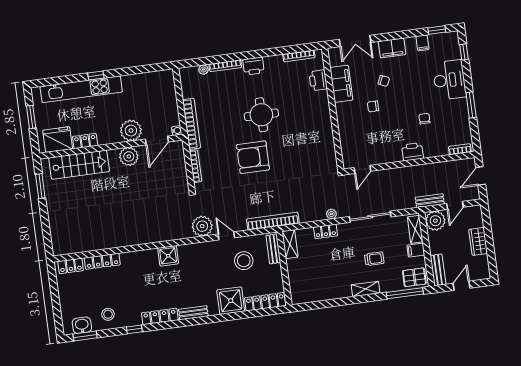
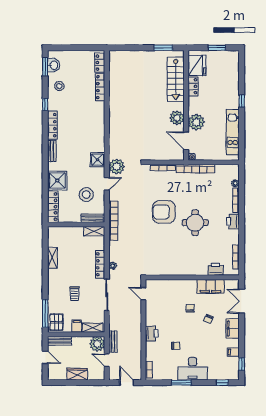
desk: (449, 80) -> (192, 369), moved
kitchen unit: (81, 89) -> (233, 132), moved, width x0.73
armchair: (253, 157) -> (164, 212), turned -90
locker: (326, 231) -> (100, 264), width x1.53
shower: (168, 256) -> (98, 160), moved
shelving: (366, 289) -> (52, 258), moved

